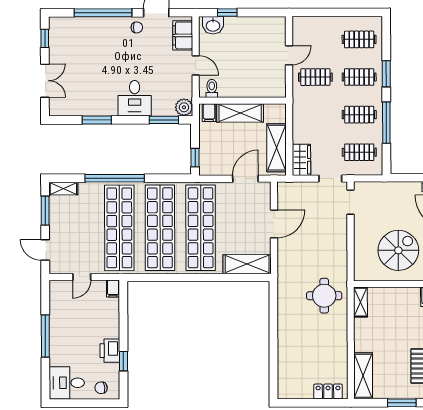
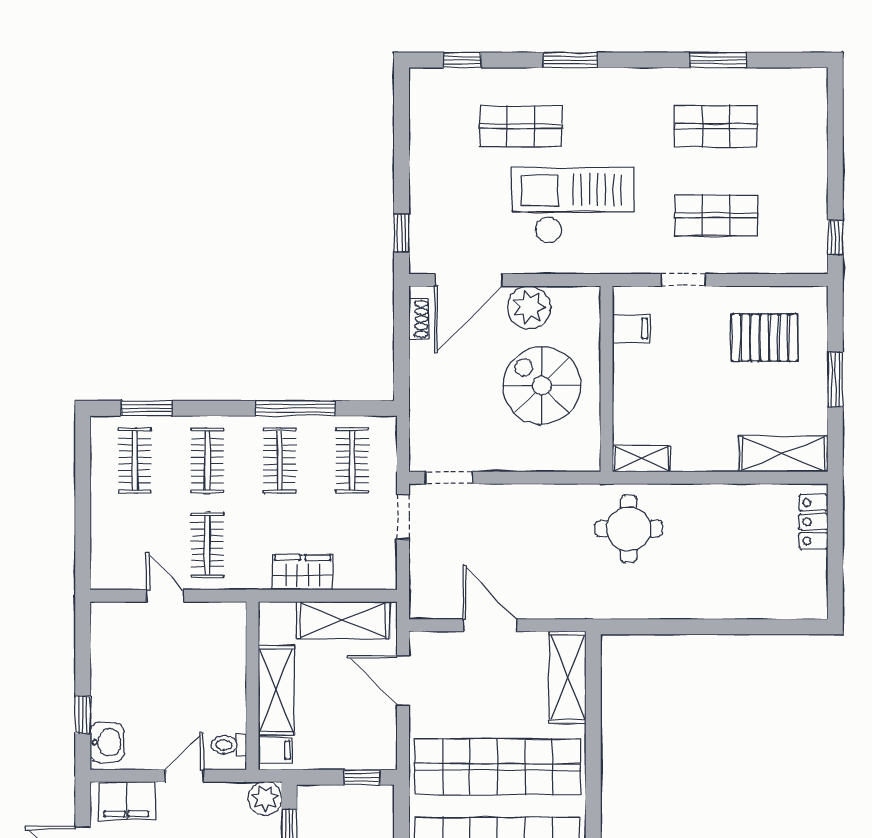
window: (386, 74) -> (147, 408), moved
wardrobe: (301, 160) -> (303, 572), moved

